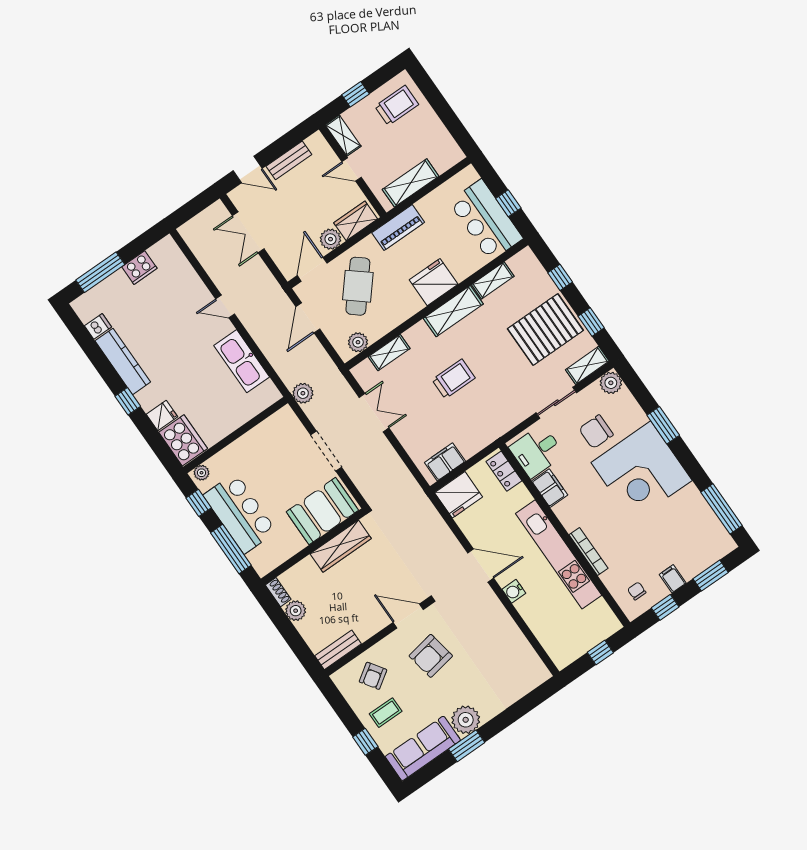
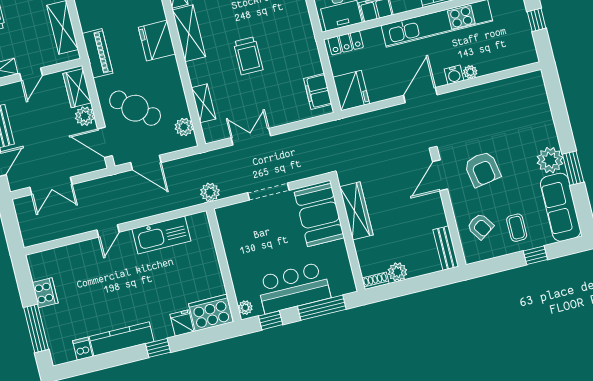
trolley: (454, 379) -> (248, 56), turned 180
plant: (523, 606) -> (470, 72), added

